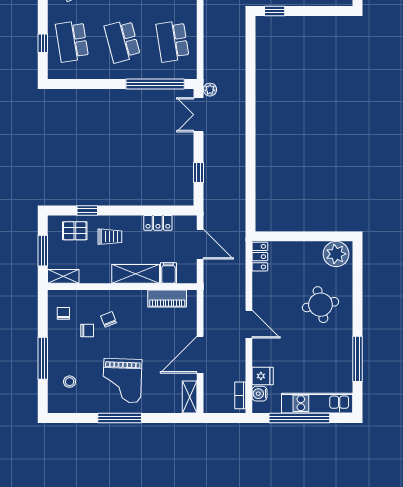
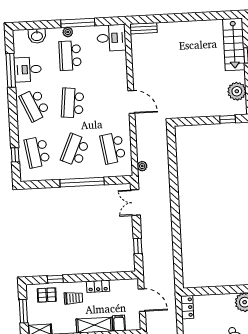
window: (275, 11) -> (228, 119), moved
school desk: (122, 41) -> (75, 150), turned 39
window: (155, 84) -> (82, 182), moved
plant: (210, 90) -> (142, 166), moved
locker: (158, 223) -> (98, 286), moved

